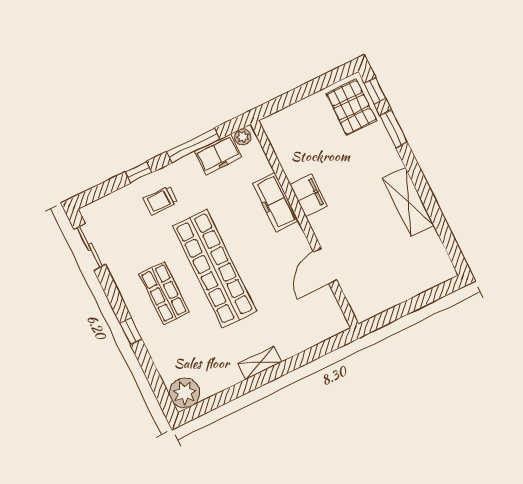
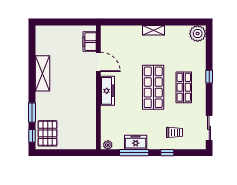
freezer: (218, 155) -> (136, 142), moved
filing cabinet: (308, 195) -> (90, 42), moved
trolley: (160, 200) -> (175, 132), moved
freezer: (275, 202) -> (107, 91), moved
door: (325, 266) -> (98, 62), hinge flipped
shop shelf: (214, 268) -> (153, 87), width x0.71

